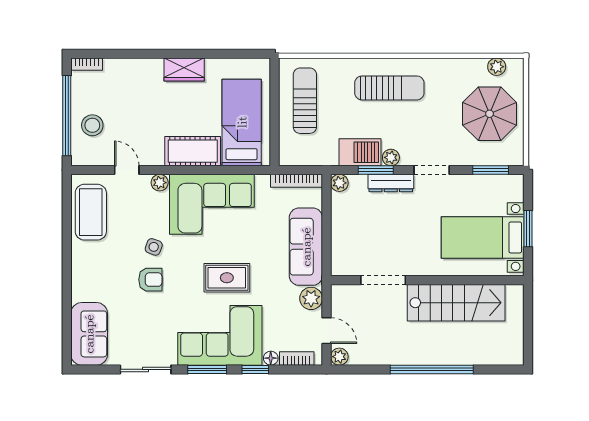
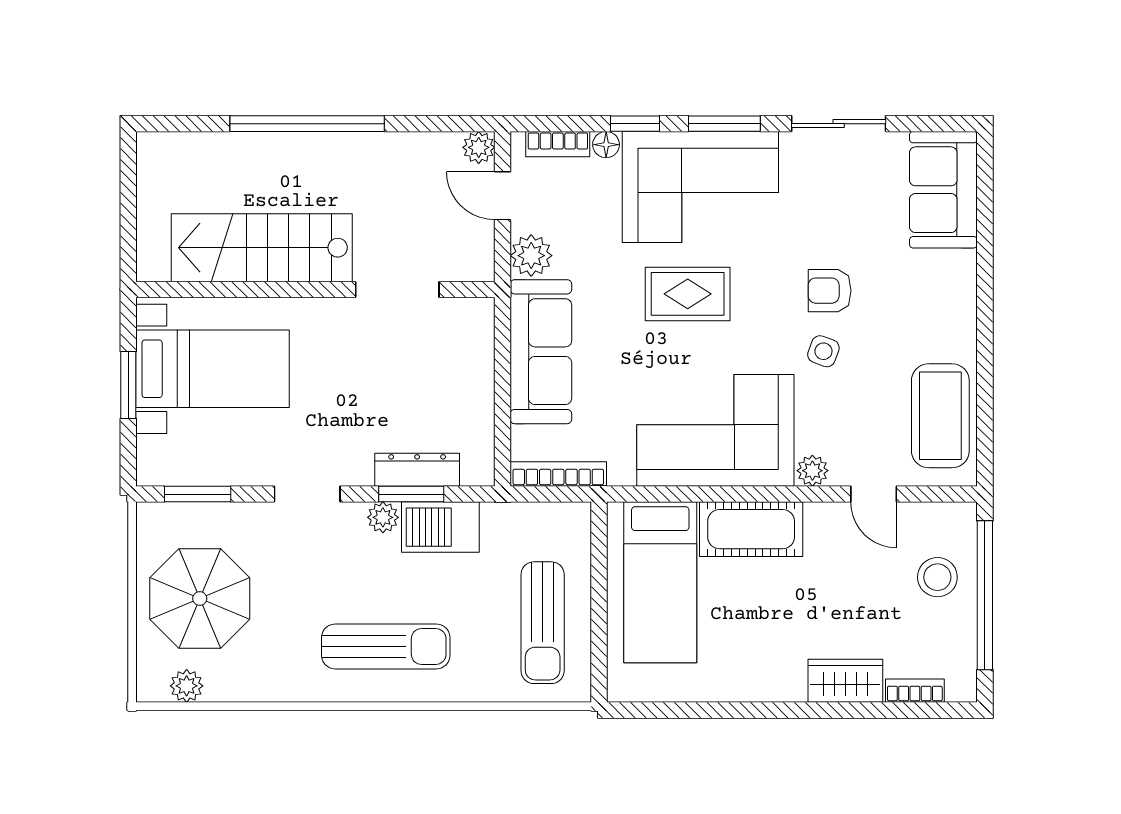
bookcase: (87, 64) -> (915, 691), moved
wardrobe: (184, 69) -> (845, 681), moved
sun lounger: (389, 88) -> (386, 646), turned 180
plant: (339, 183) -> (479, 470), removed
dresser: (391, 183) -> (417, 470), moved

